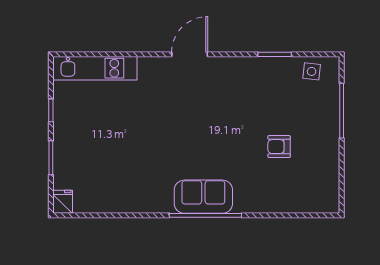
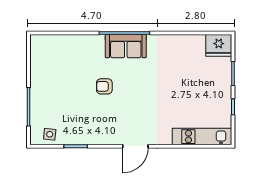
armchair: (279, 147) -> (104, 86), moved, turned 180
fridge: (63, 202) -> (219, 45), width x1.88, depth x1.34

